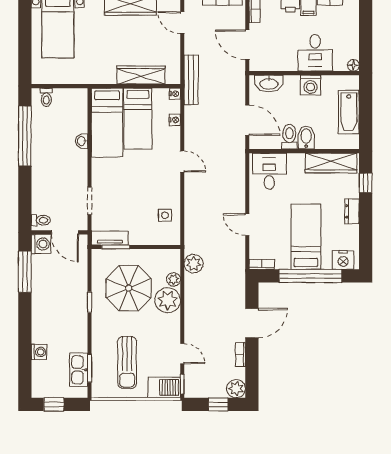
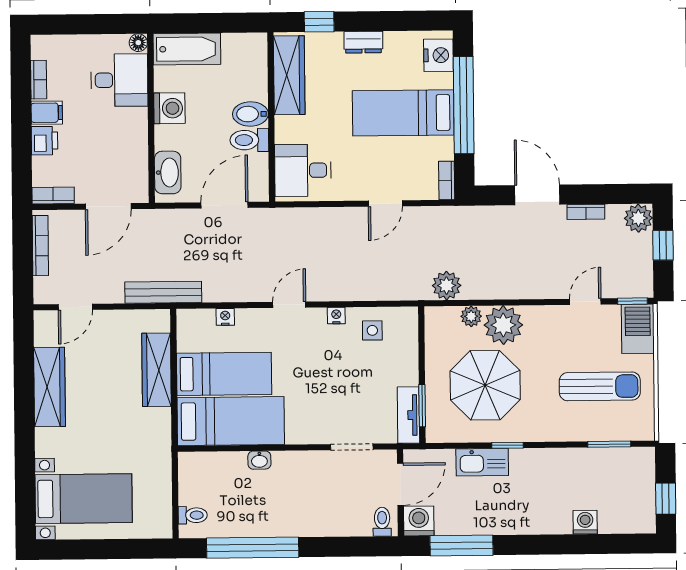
desk: (315, 53) -> (119, 80), moved
nightstand: (175, 94) -> (336, 316), moved
bathtub: (349, 112) -> (187, 49), moved
kitchen sink: (79, 370) -> (482, 462), moved

